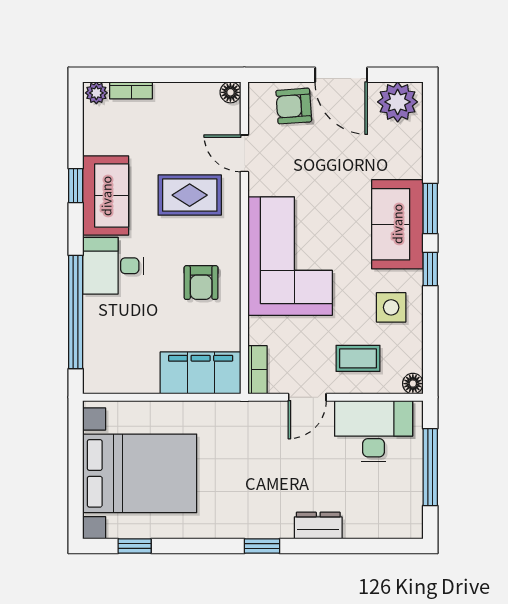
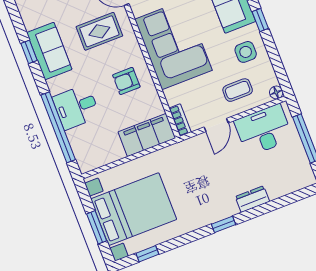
desk: (113, 266) -> (76, 107), moved
armchair: (201, 283) -> (126, 81), turned 90
window: (76, 479) -> (97, 227), added

